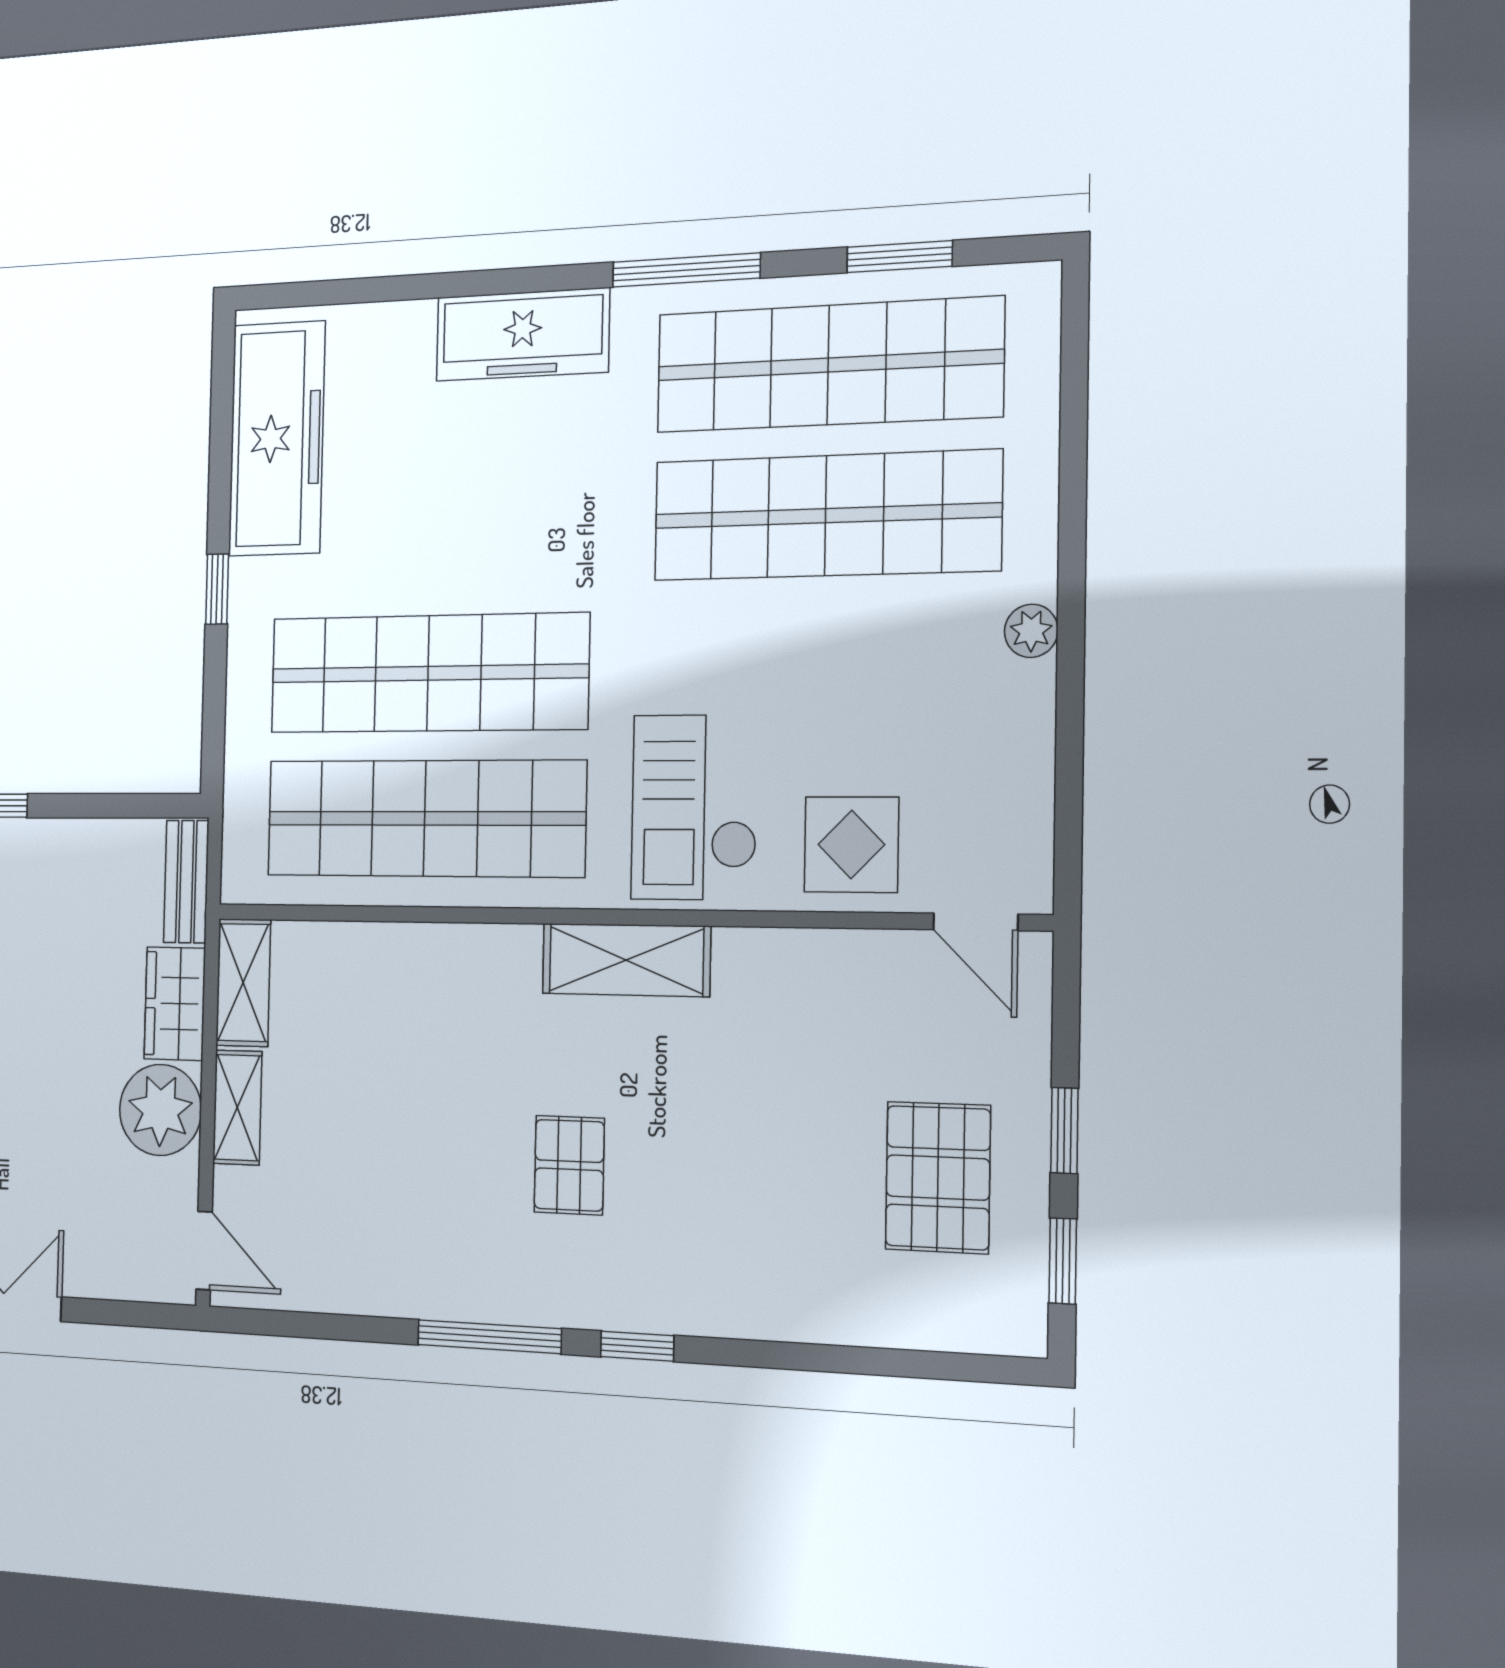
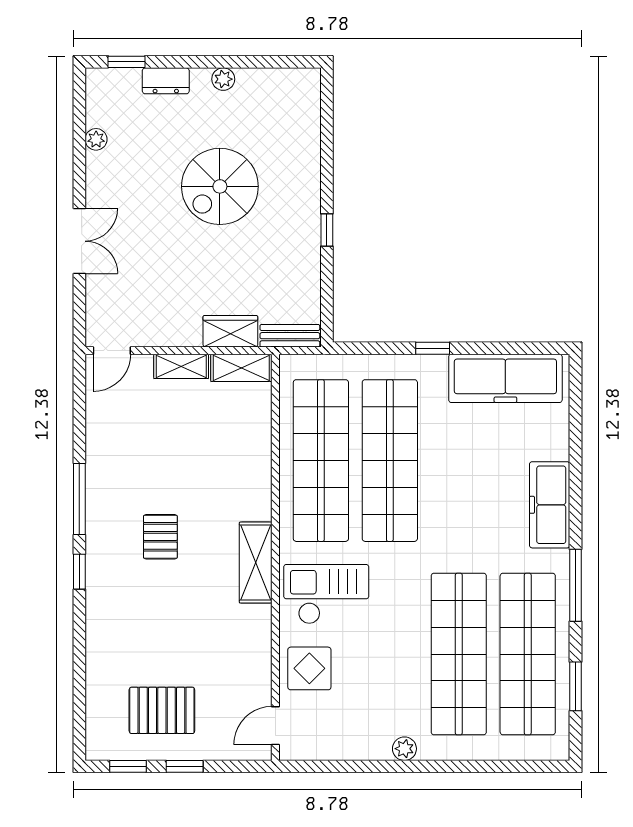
plant: (160, 1110) -> (179, 325), removed
pallet: (569, 1165) -> (160, 537), turned 90

